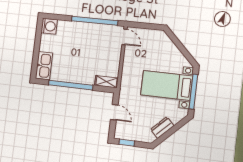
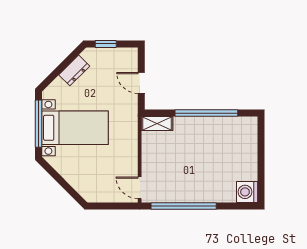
kitchen sink: (44, 66) -> (248, 136), removed
window: (127, 143) -> (106, 44), moved

